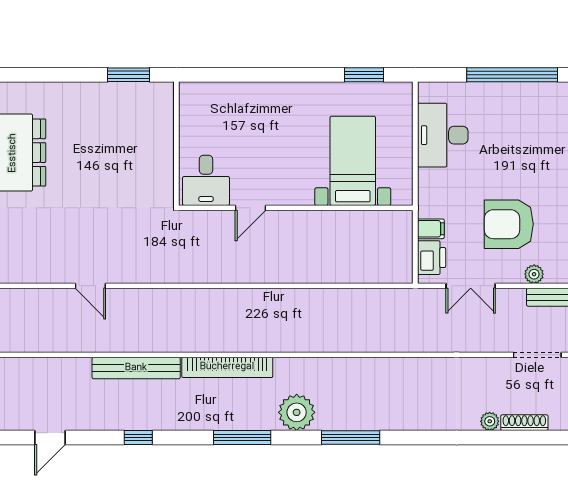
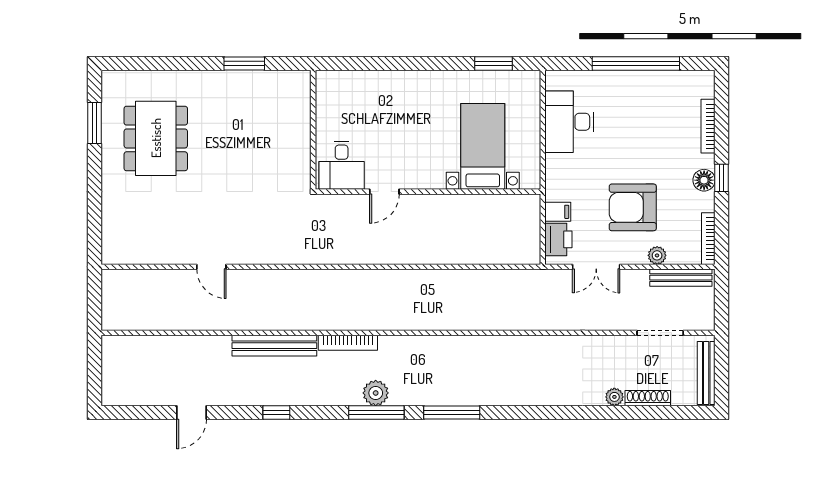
window: (128, 75) -> (244, 64), moved
door: (90, 286) -> (211, 267), moved
bookcase: (227, 367) -> (348, 343), width x0.68, depth x0.76
plant: (297, 412) -> (376, 393), moved, width x0.73, depth x0.73
window: (351, 437) -> (452, 412), moved

